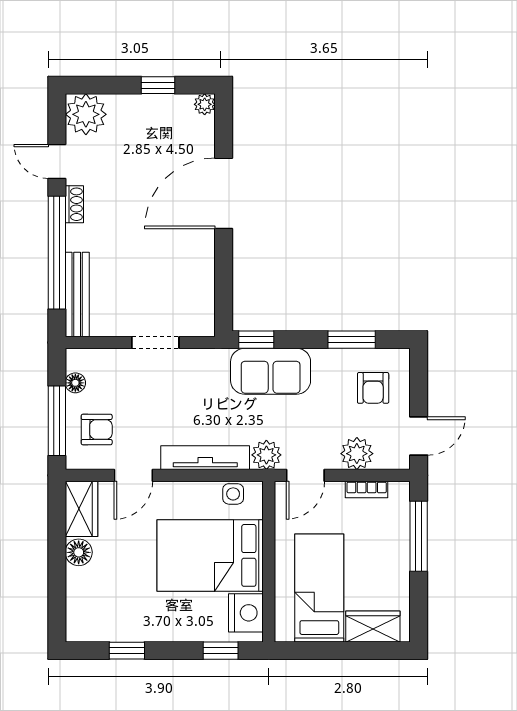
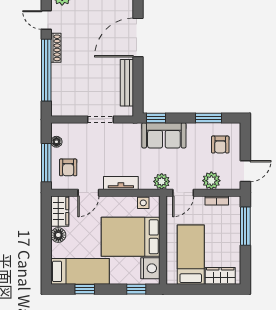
shoe rack: (74, 204) -> (56, 48), width x1.43
bench: (77, 294) -> (127, 83), moved
armchair: (97, 429) -> (68, 167), turned 90
tv unit: (205, 458) -> (121, 183), width x0.71
bed: (118, 618) -> (80, 271), added

